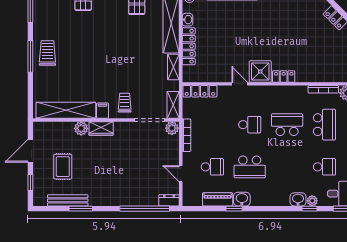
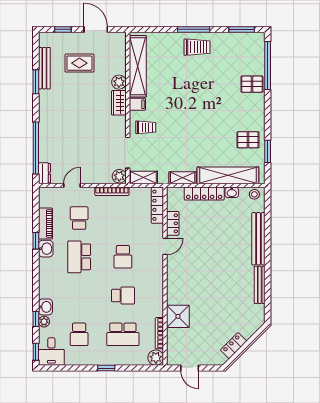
shower: (260, 72) -> (178, 316), moved
locker: (284, 77) -> (173, 223), moved
school desk: (287, 125) -> (123, 296), width x0.54
school desk: (212, 167) -> (79, 218), turned 180

